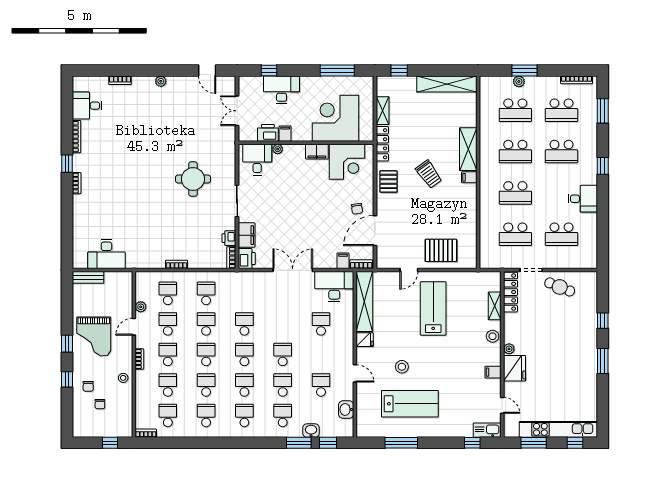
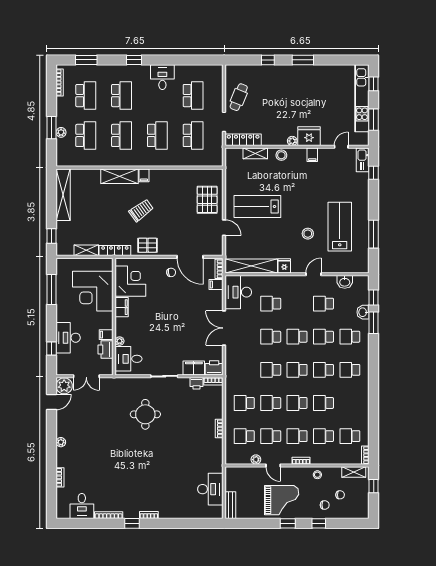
plant: (226, 85) -> (64, 386), added
school desk: (206, 415) -> (271, 337), moved
shelving: (126, 420) -> (354, 472), added

